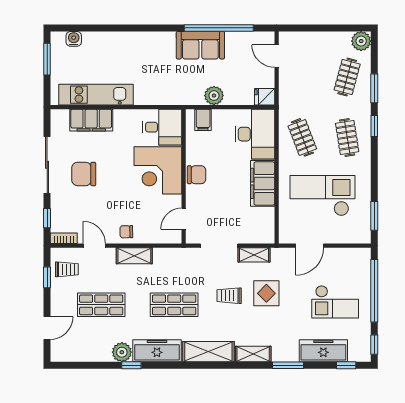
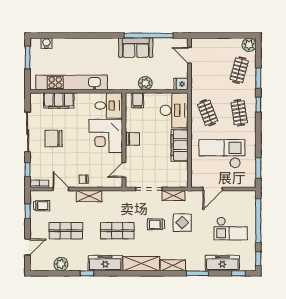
kitchen unit: (96, 95) -> (72, 82), width x1.36
plant: (122, 352) -> (61, 264), moved

